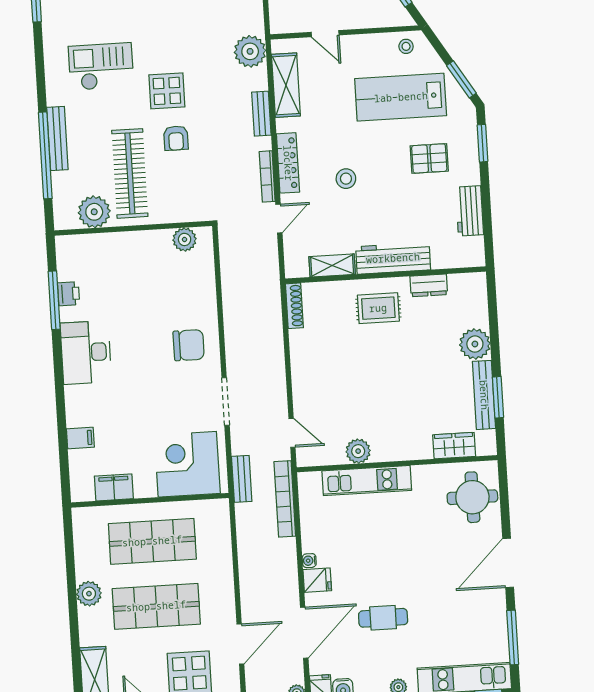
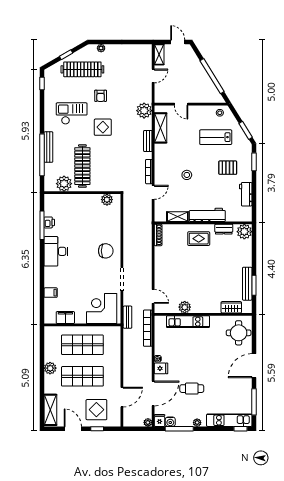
lab bench: (401, 97) -> (216, 137), width x0.73, depth x0.72
armchair: (176, 138) -> (101, 96), moved
locker: (288, 163) -> (159, 166), removed
plant: (475, 344) -> (244, 232), moved

